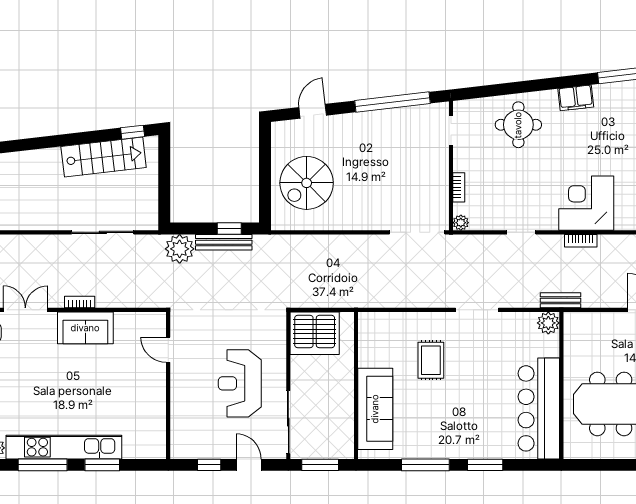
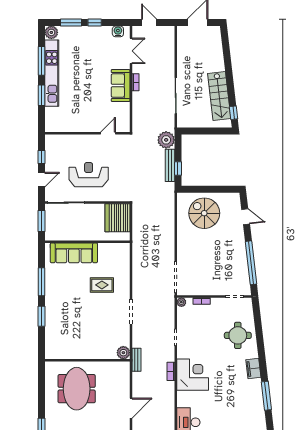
bar counter: (539, 408) -> (74, 347), removed

